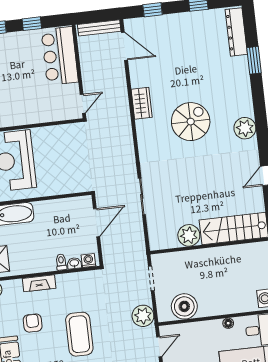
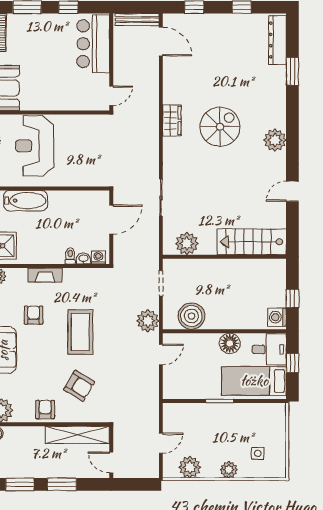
wardrobe: (142, 103) -> (172, 120), moved
plant: (189, 235) -> (187, 244), moved
floor lamp: (228, 323) -> (230, 343), width x1.89, depth x1.89

